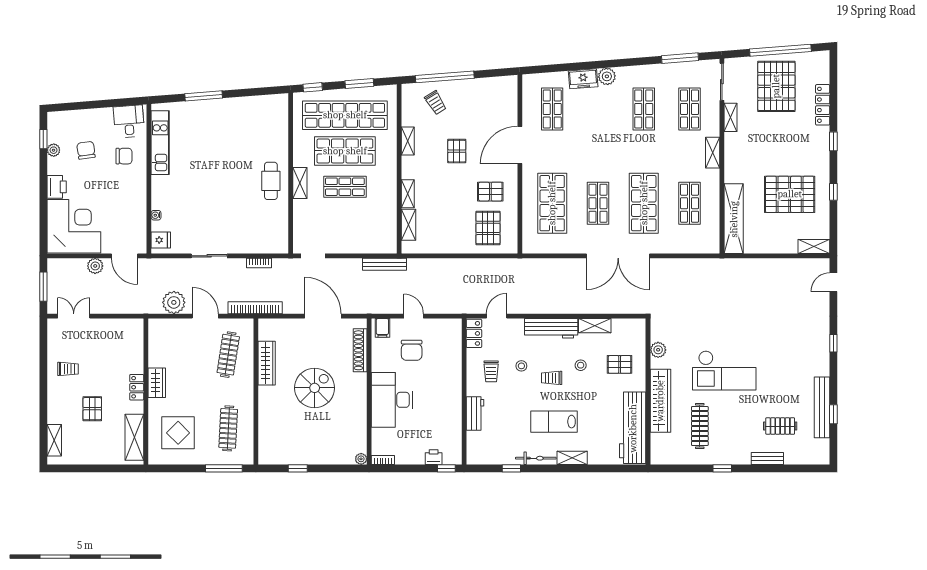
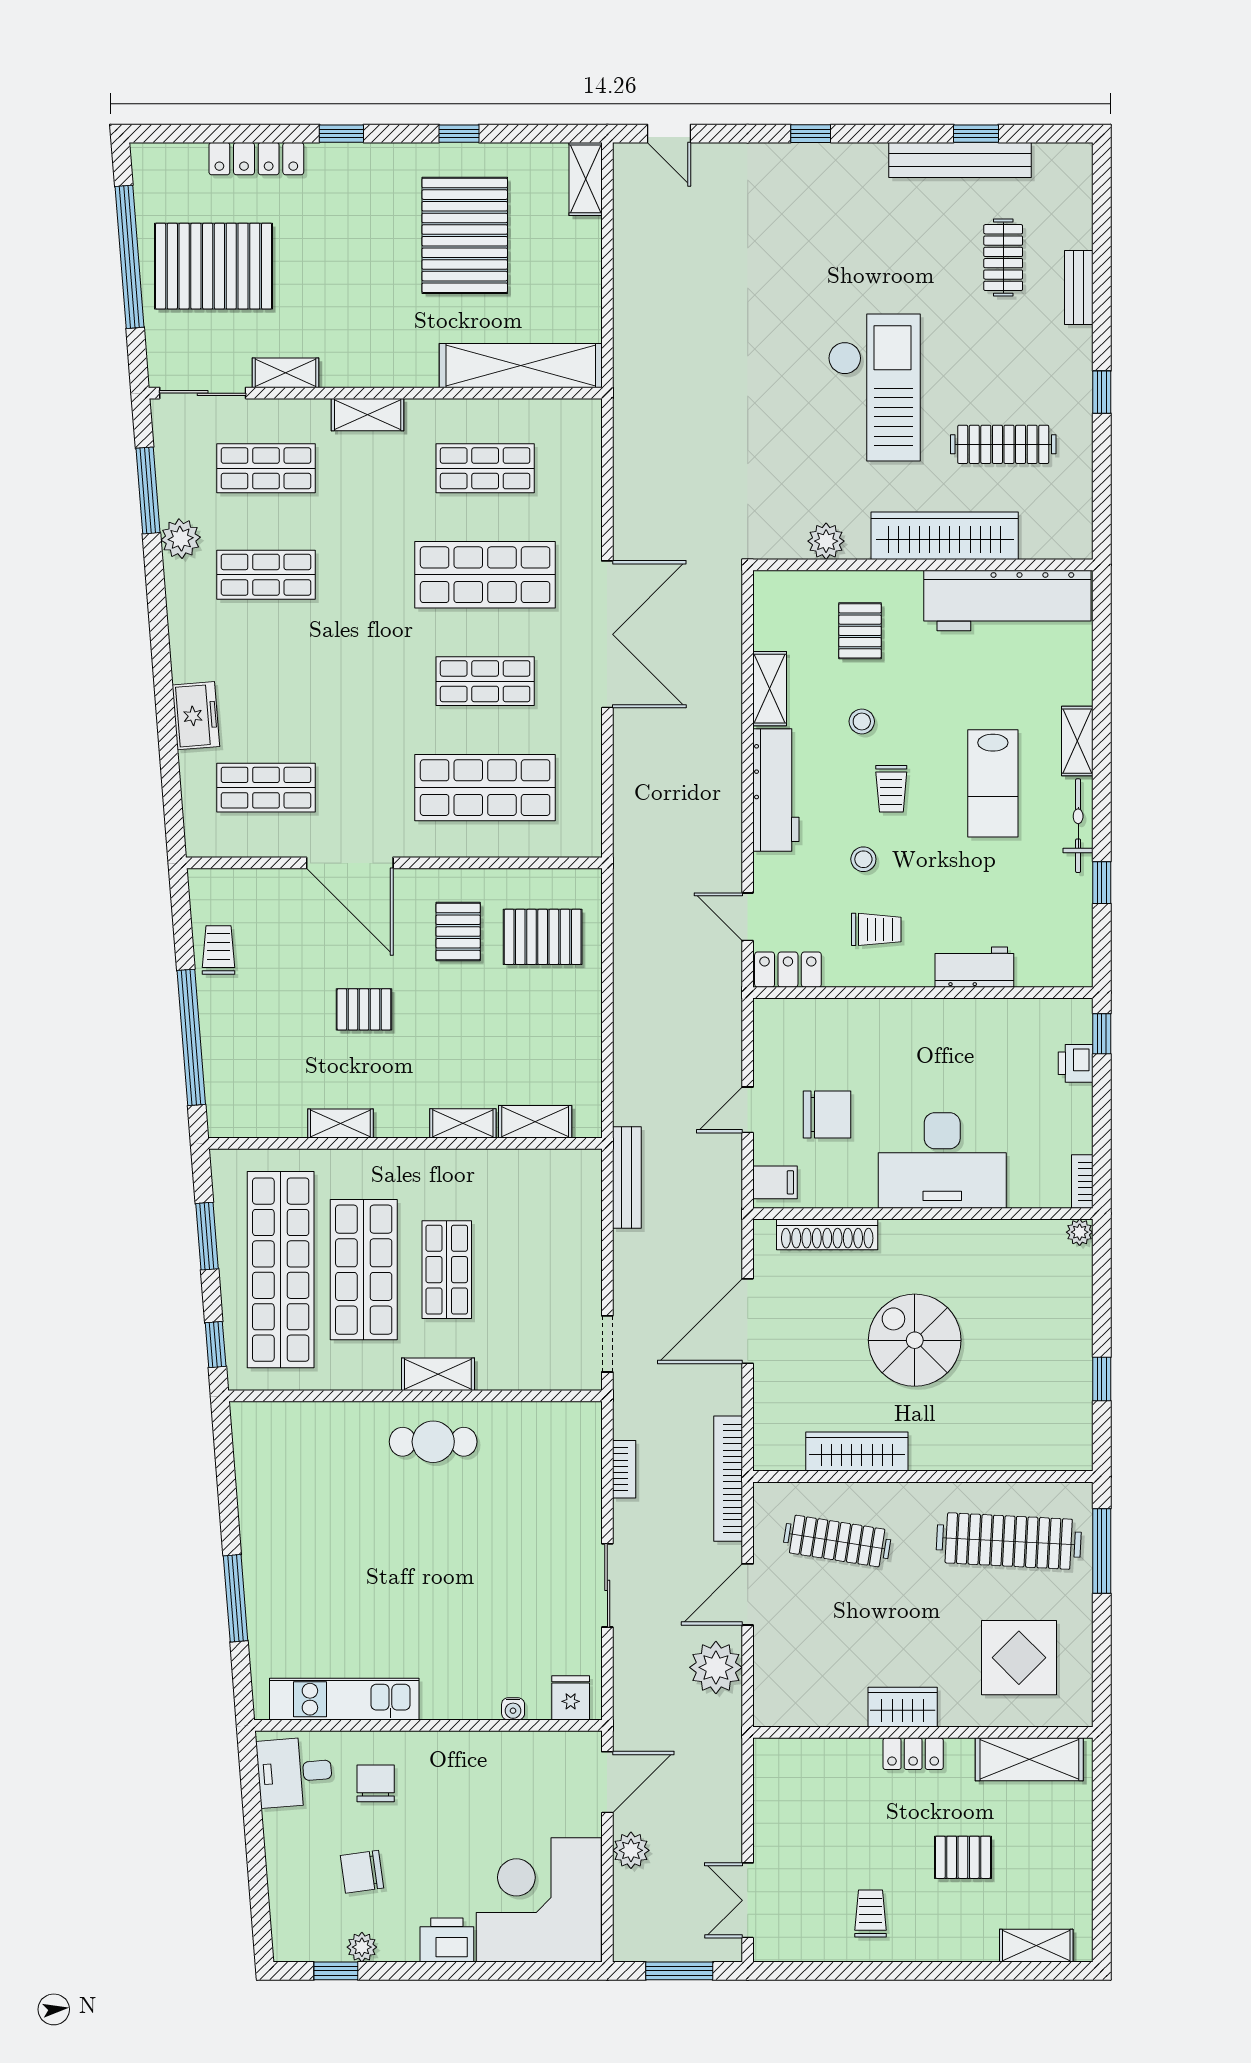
plant: (607, 76) -> (181, 539), moved
trolley: (436, 103) -> (218, 950), moved, turned -58
clothes rail: (228, 428) -> (1009, 1541), width x1.37, depth x1.31

